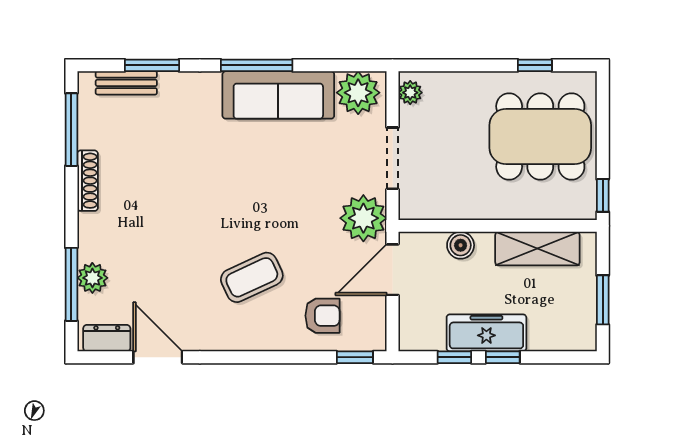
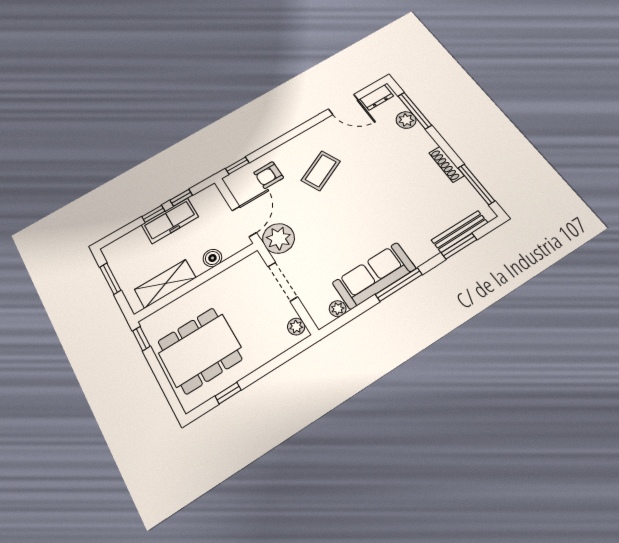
bench: (126, 83) -> (460, 231), width x1.36
plant: (358, 93) -> (338, 309), width x0.53, depth x0.53

